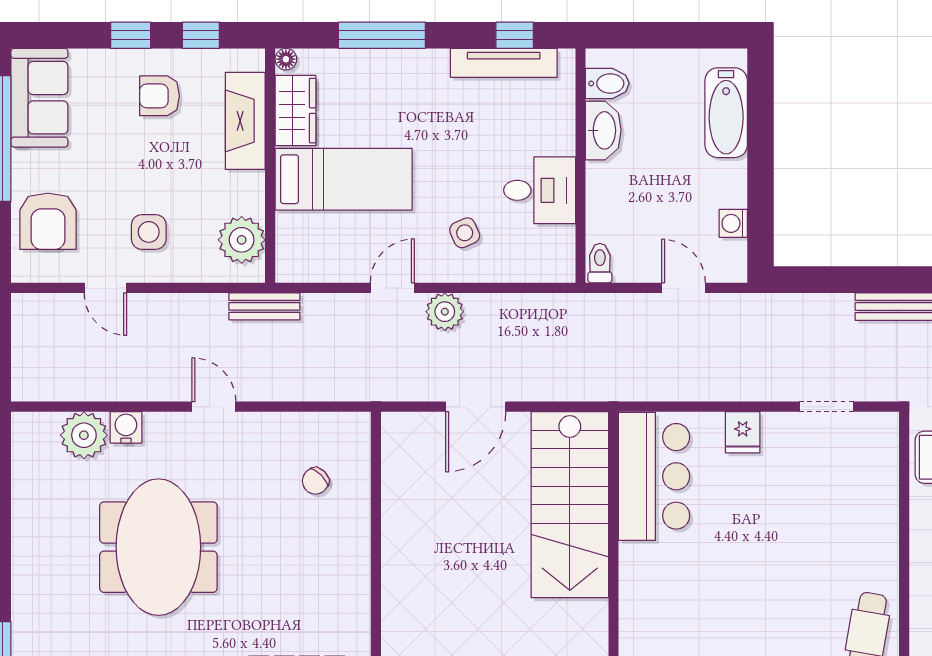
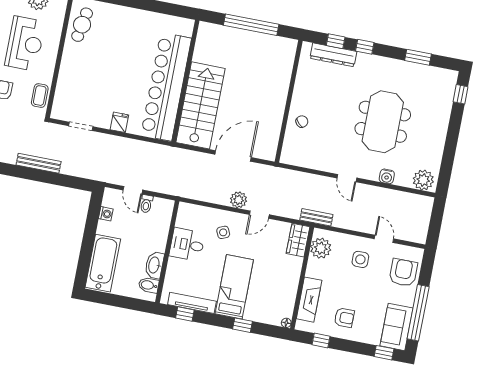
window: (131, 35) -> (384, 353), moved
window: (382, 35) -> (242, 325), width x0.46
wardrobe: (295, 111) -> (298, 240), moved
bathtub: (726, 113) -> (103, 263), width x1.36, depth x1.36
bed: (344, 179) -> (234, 287), moved, turned 90
toilet: (600, 263) -> (146, 204), moved
door: (476, 407) -> (233, 156), width x1.36
plant: (84, 435) -> (423, 180), moved
bar counter: (654, 476) -> (166, 87), width x1.86
chair: (315, 481) -> (302, 122), moved

